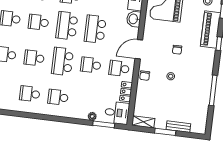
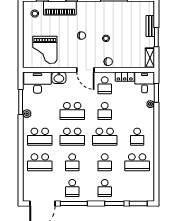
school desk: (30, 94) -> (137, 162), width x1.85

